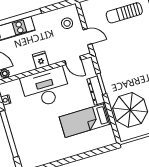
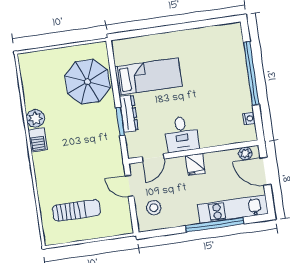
door: (73, 60) -> (153, 158), swing flipped
desk: (45, 88) -> (182, 134), width x0.53, depth x0.77

